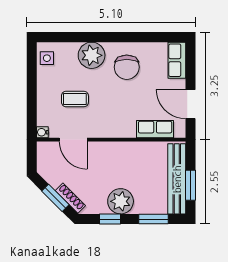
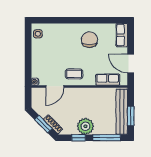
plant: (92, 55) -> (67, 32), removed
chair: (127, 67) -> (89, 40), turned 180
coffee table: (75, 99) -> (74, 74), moved
door: (73, 140) -> (55, 86), hinge flipped
window: (153, 219) -> (107, 138), width x1.44

